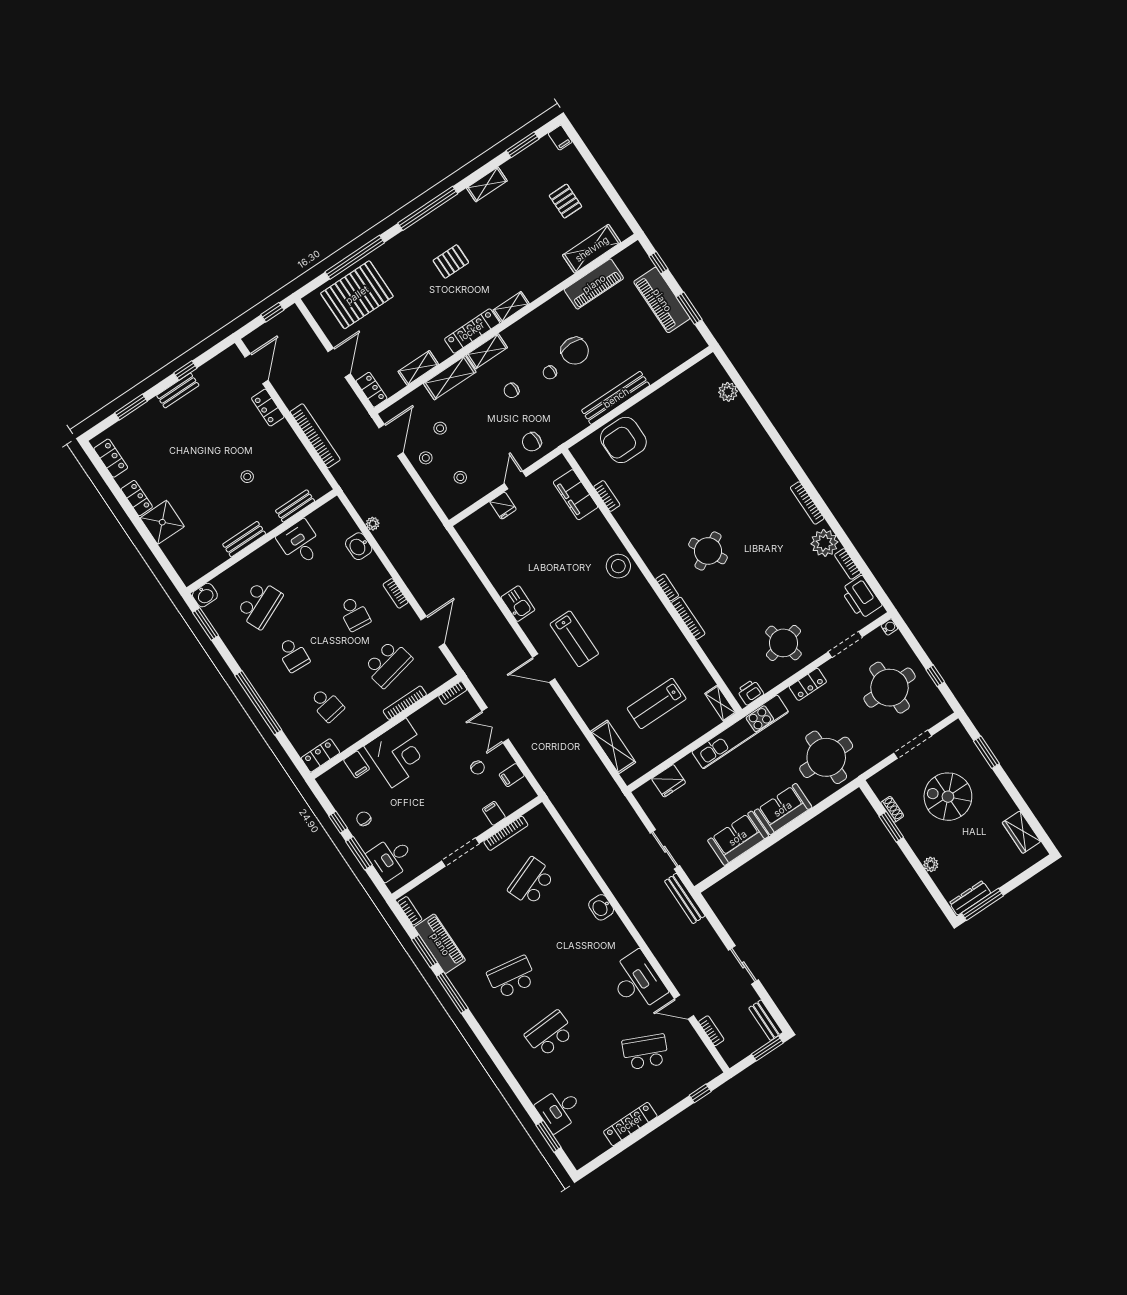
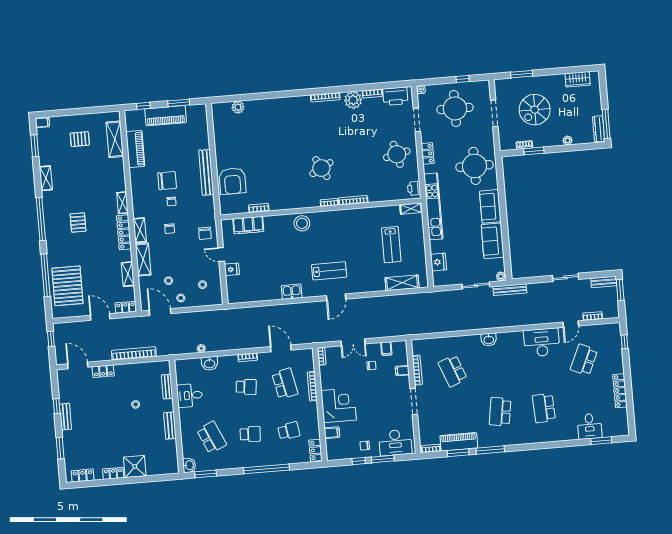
desk: (391, 858) -> (395, 443), width x1.37
plant: (696, 876) -> (501, 276), added

